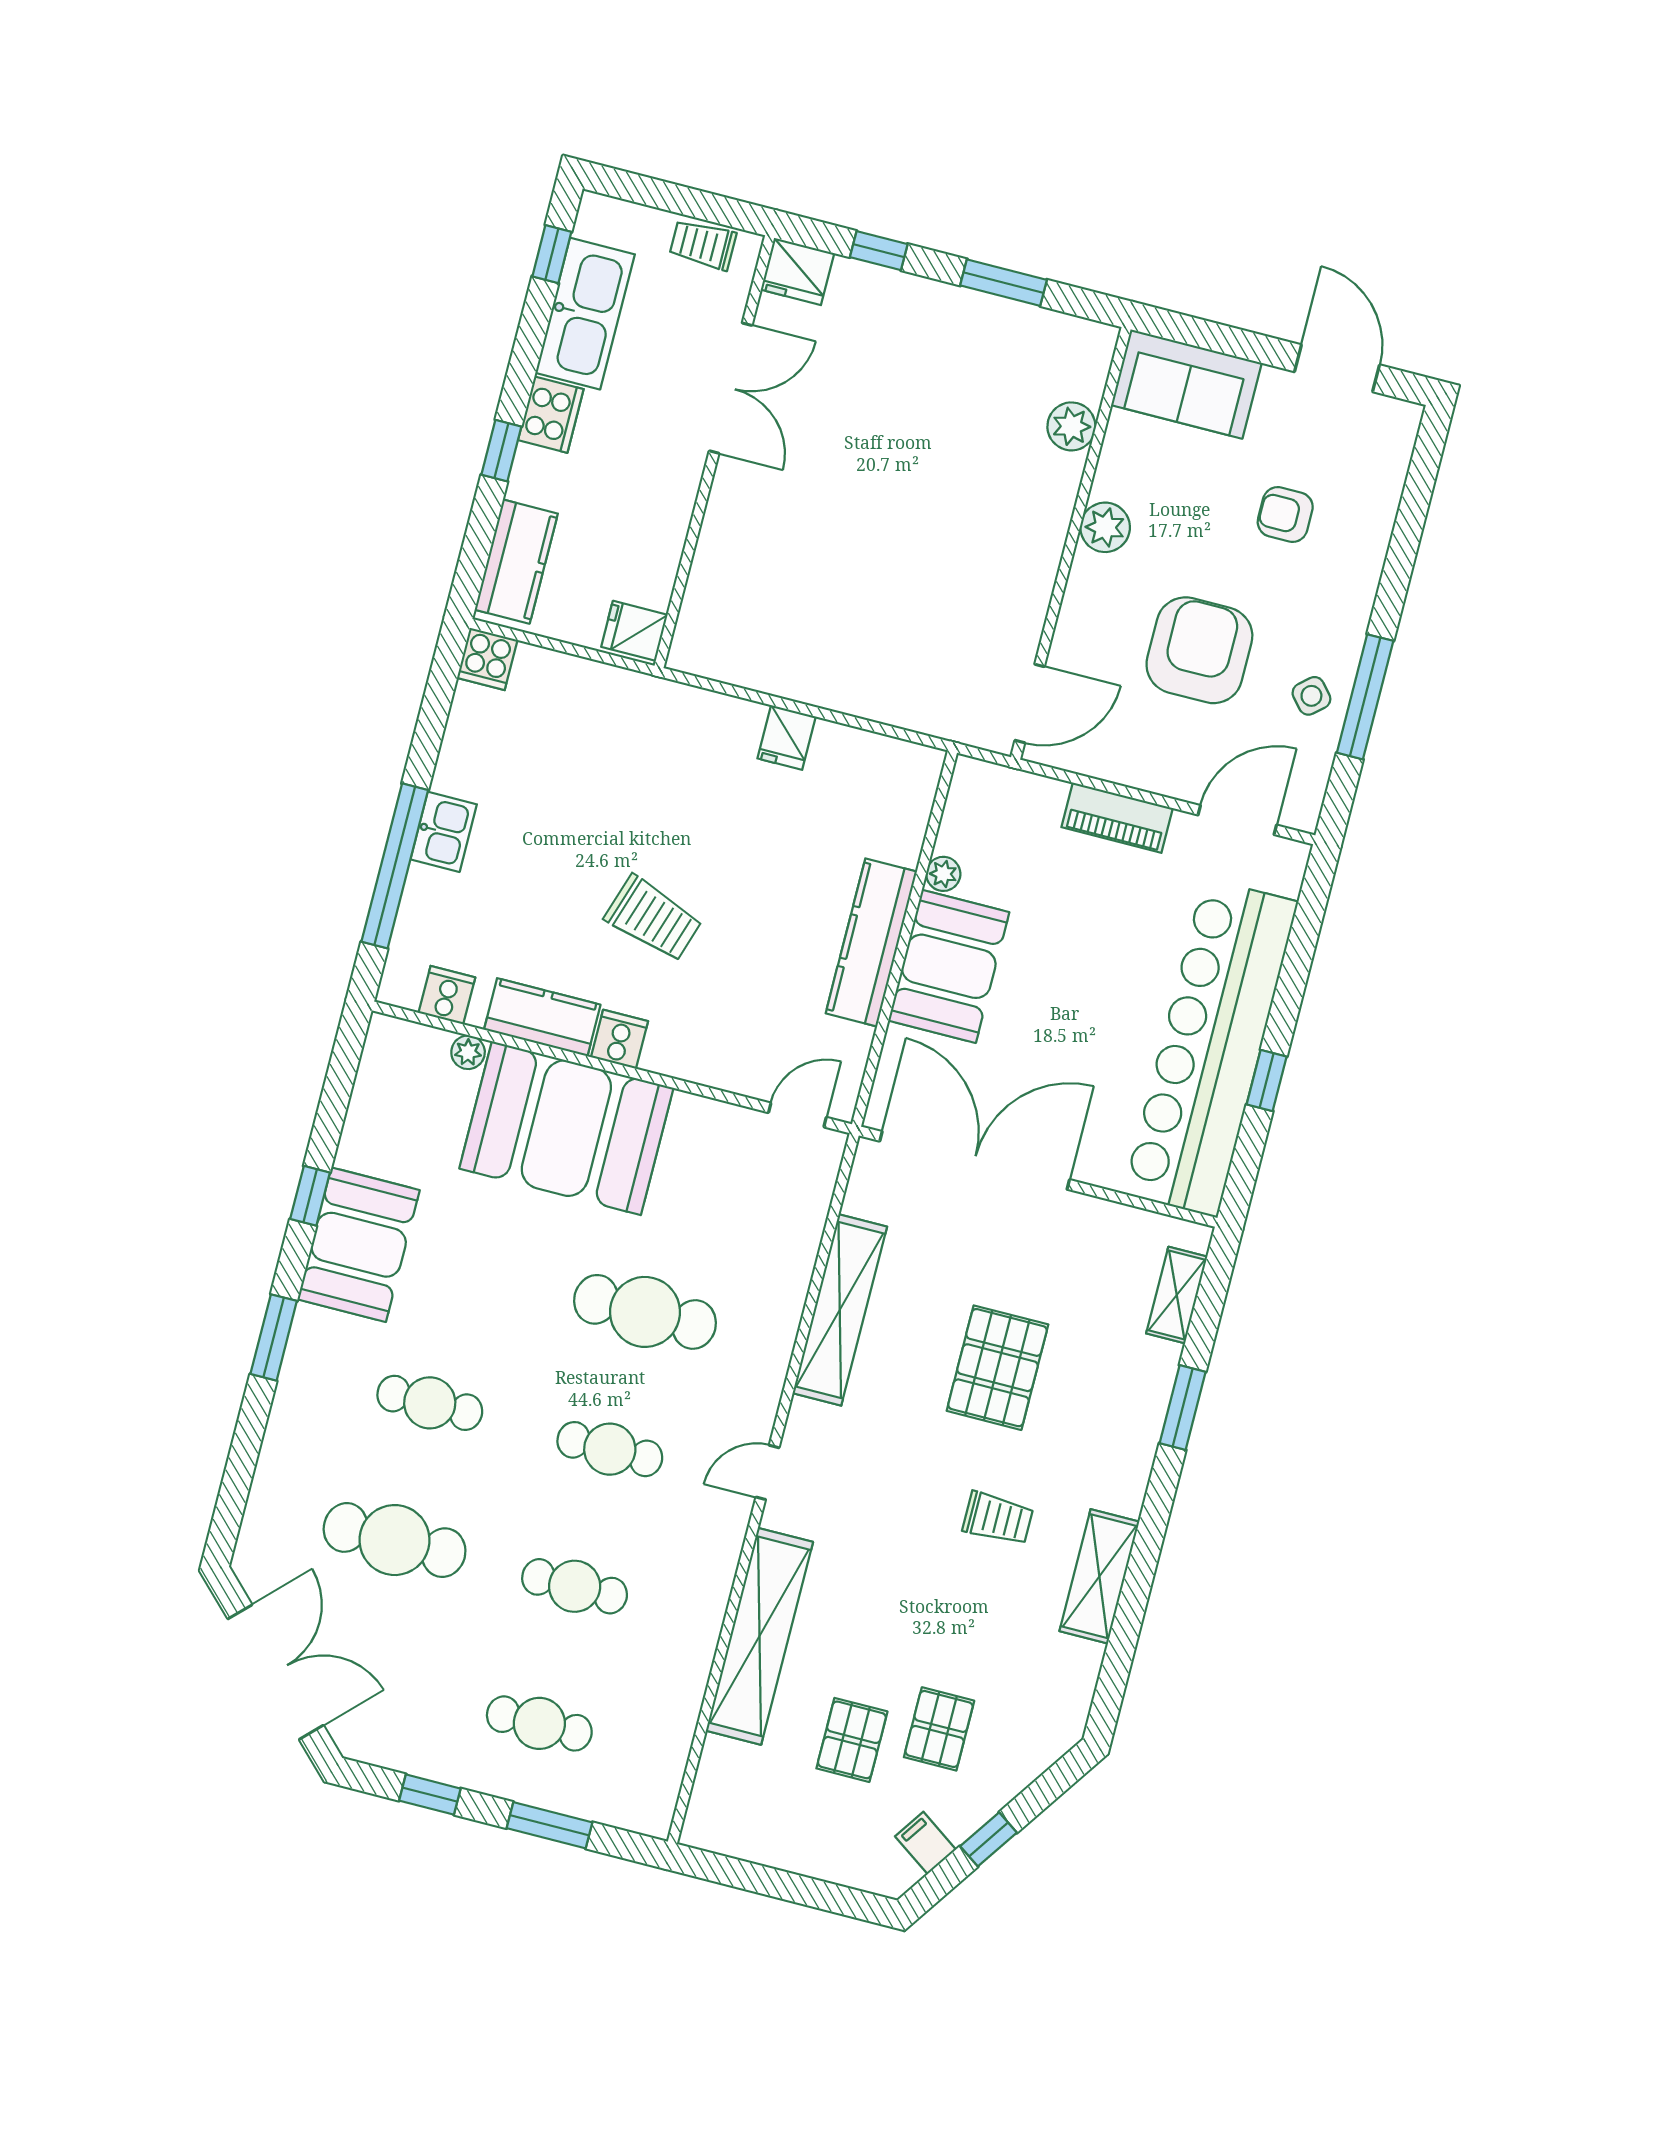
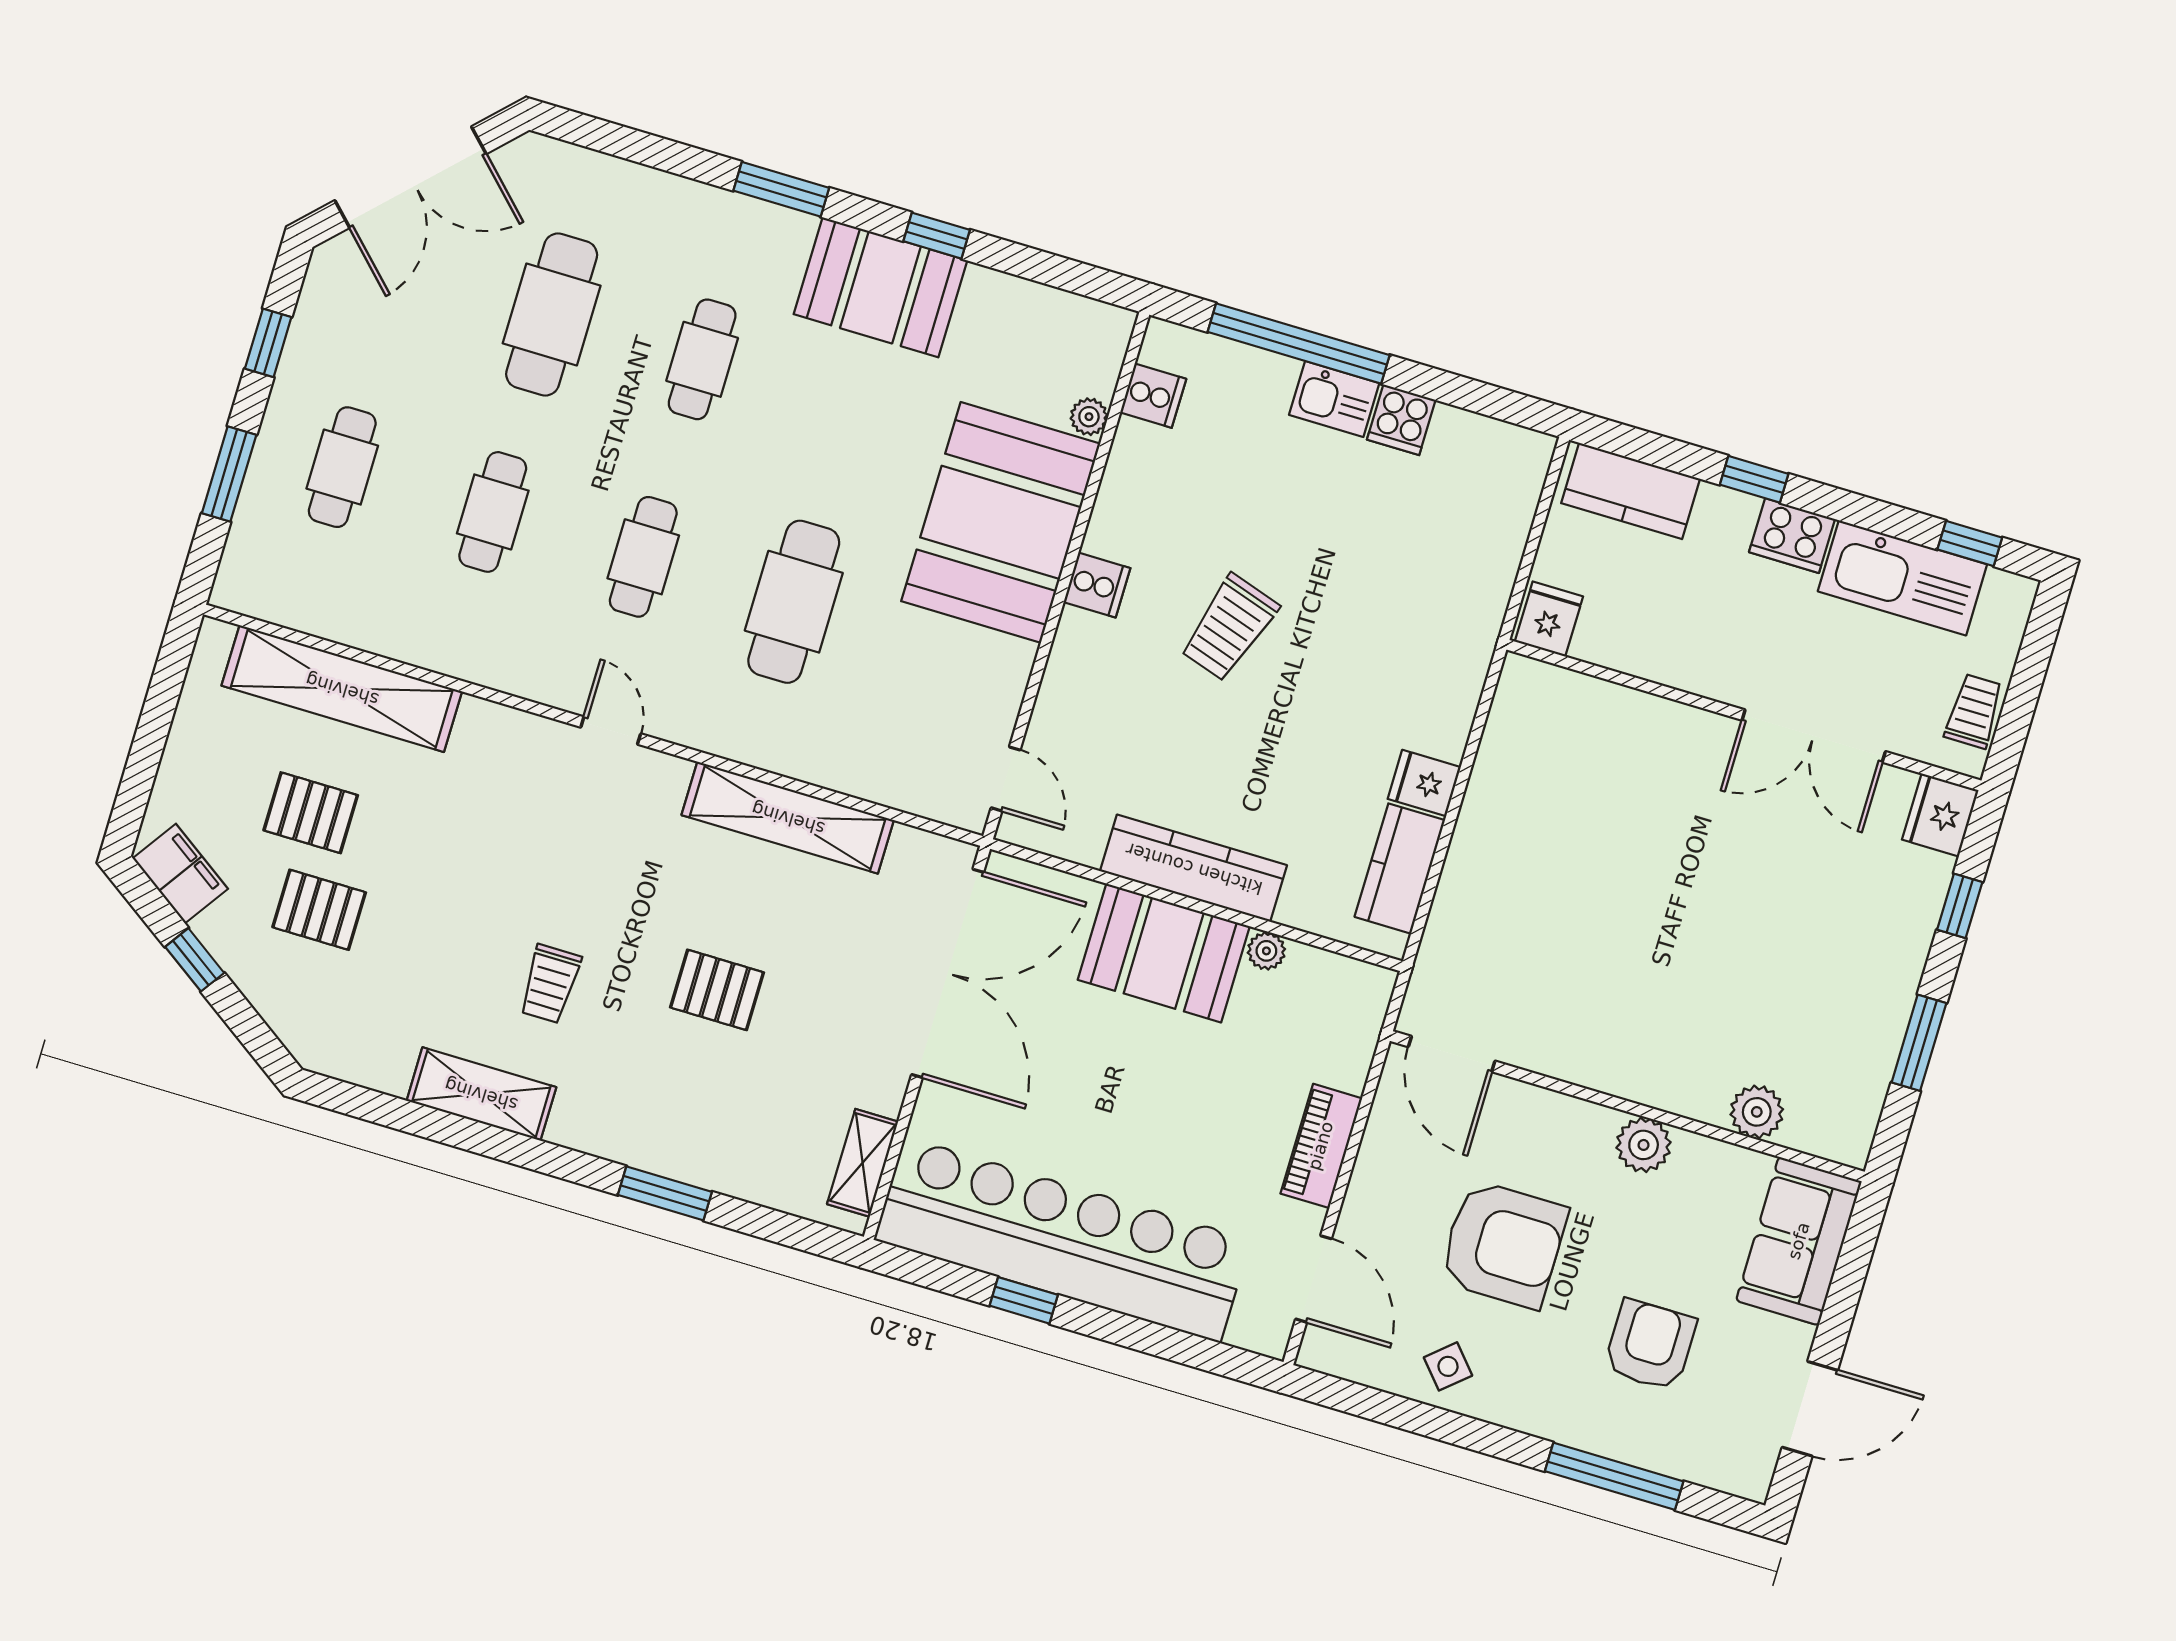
armchair: (1285, 514) -> (1650, 1345), width x1.38, depth x1.38
cooker: (487, 659) -> (1401, 420), moved, turned -90
window: (1365, 697) -> (1614, 1476), moved
kitchen counter: (542, 1017) -> (1400, 869), moved, turned 180
shelving: (1177, 1295) -> (863, 1163), moved, turned 90
pallet: (997, 1368) -> (717, 990), width x0.67, depth x0.71
shelving: (759, 1636) -> (342, 689), moved
filing cabinet: (926, 1843) -> (180, 874), width x2.00

